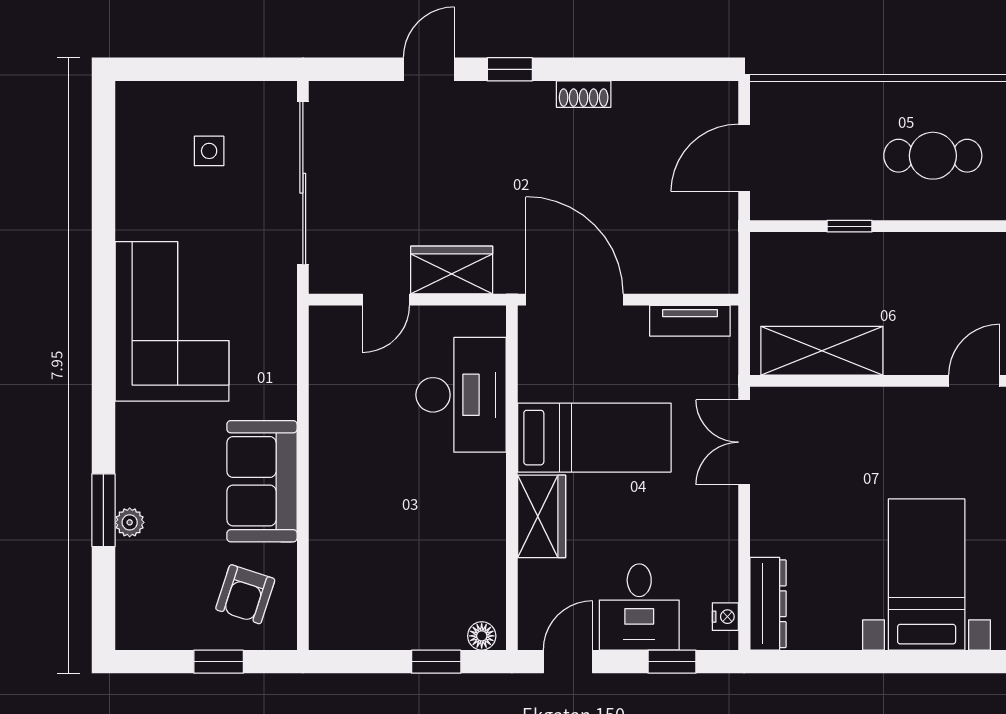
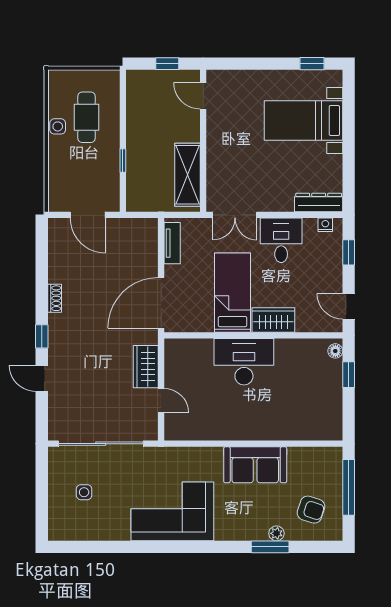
side table: (915, 100) -> (58, 126), added
desk: (461, 395) -> (244, 362), moved
armchair: (245, 594) -> (311, 510), moved
desk: (639, 607) -> (281, 240), moved, turned -90
window: (219, 662) -> (349, 487), width x2.17

